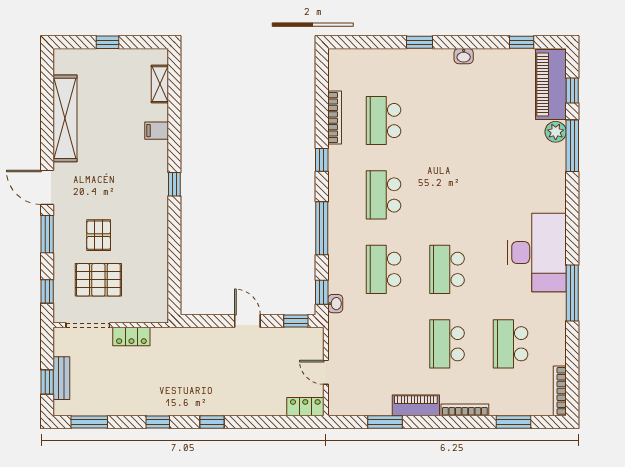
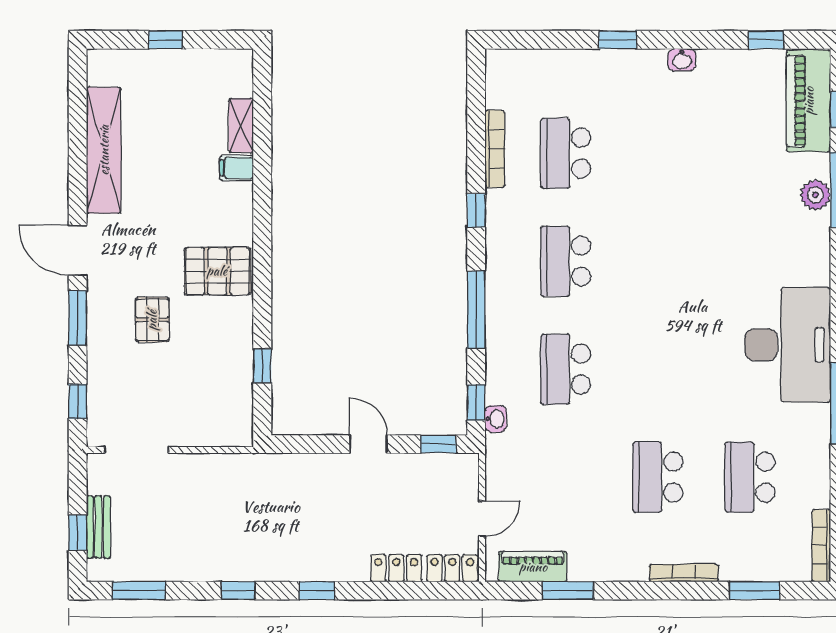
shelving: (160, 84) -> (241, 126), moved
plant: (556, 132) -> (815, 195), moved
window: (174, 184) -> (262, 366), moved
school desk: (447, 269) -> (658, 369), removed
pallet: (98, 280) -> (217, 271), moved
locker: (131, 336) -> (396, 568), moved, turned 180
door: (326, 372) -> (482, 519), swing flipped
piano: (416, 405) -> (533, 567), moved

